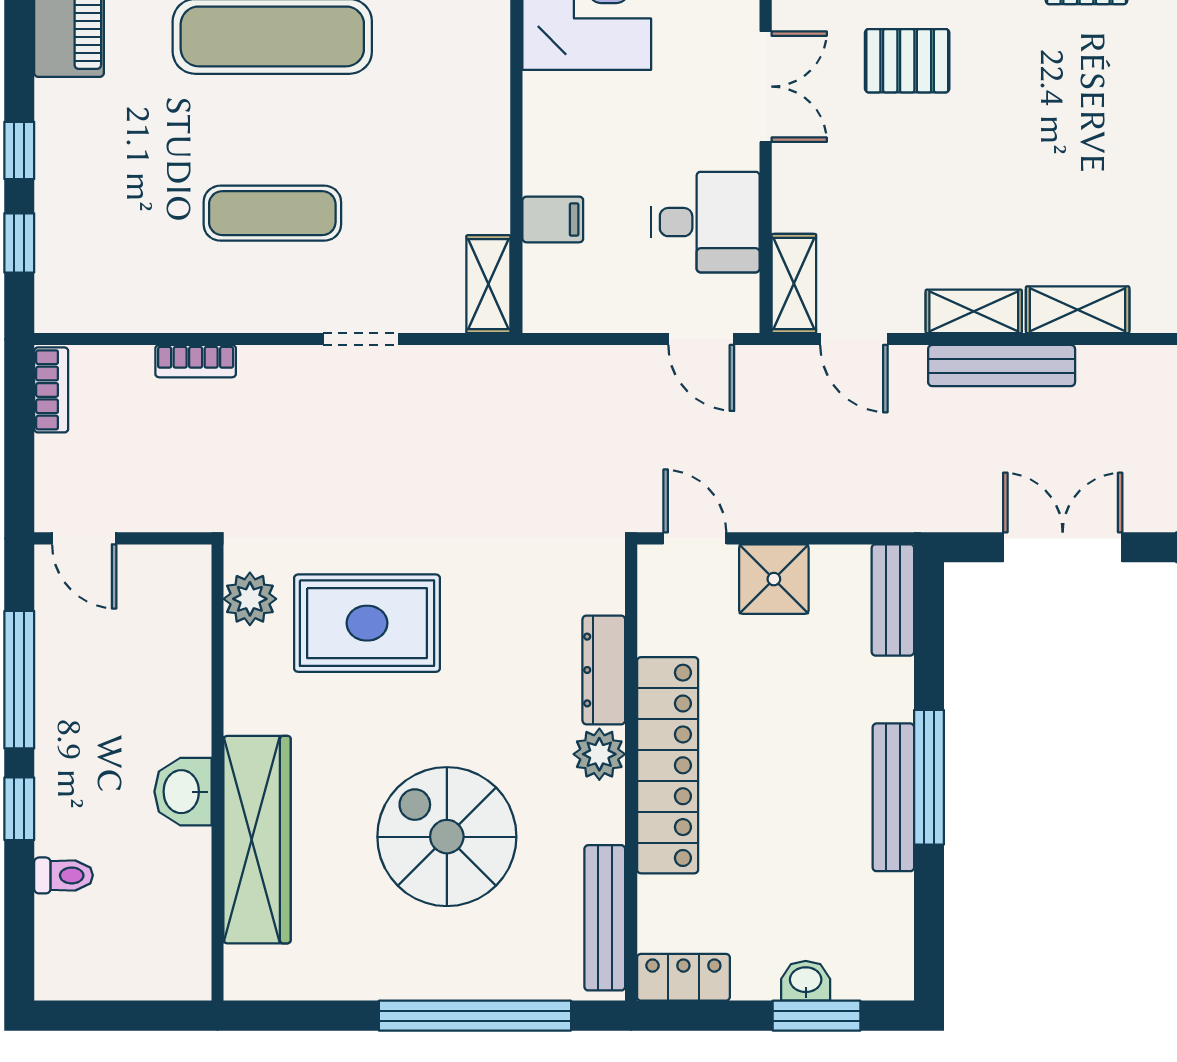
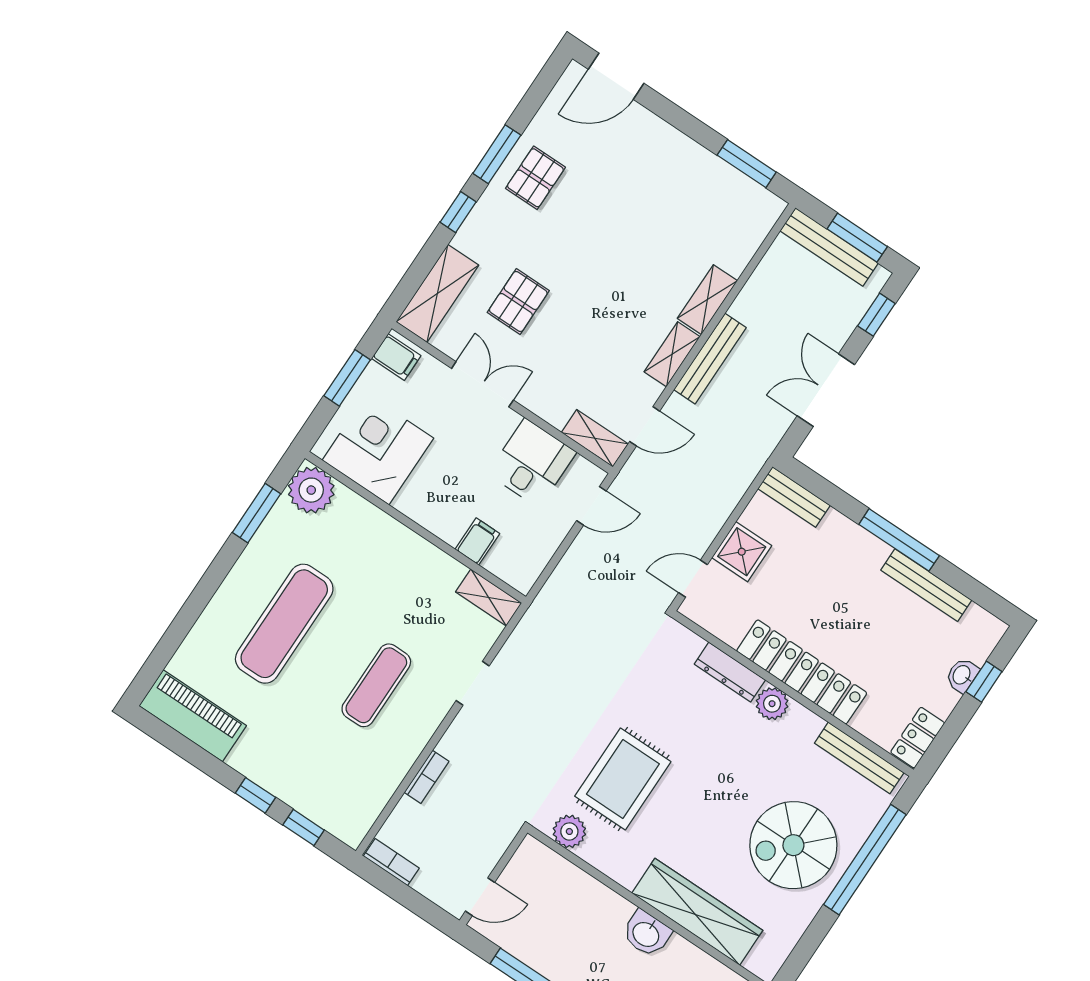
bench: (893, 797) -> (926, 585), moved
spiral stairs: (447, 837) -> (793, 845), moved
window: (816, 1016) -> (984, 682), width x0.67

